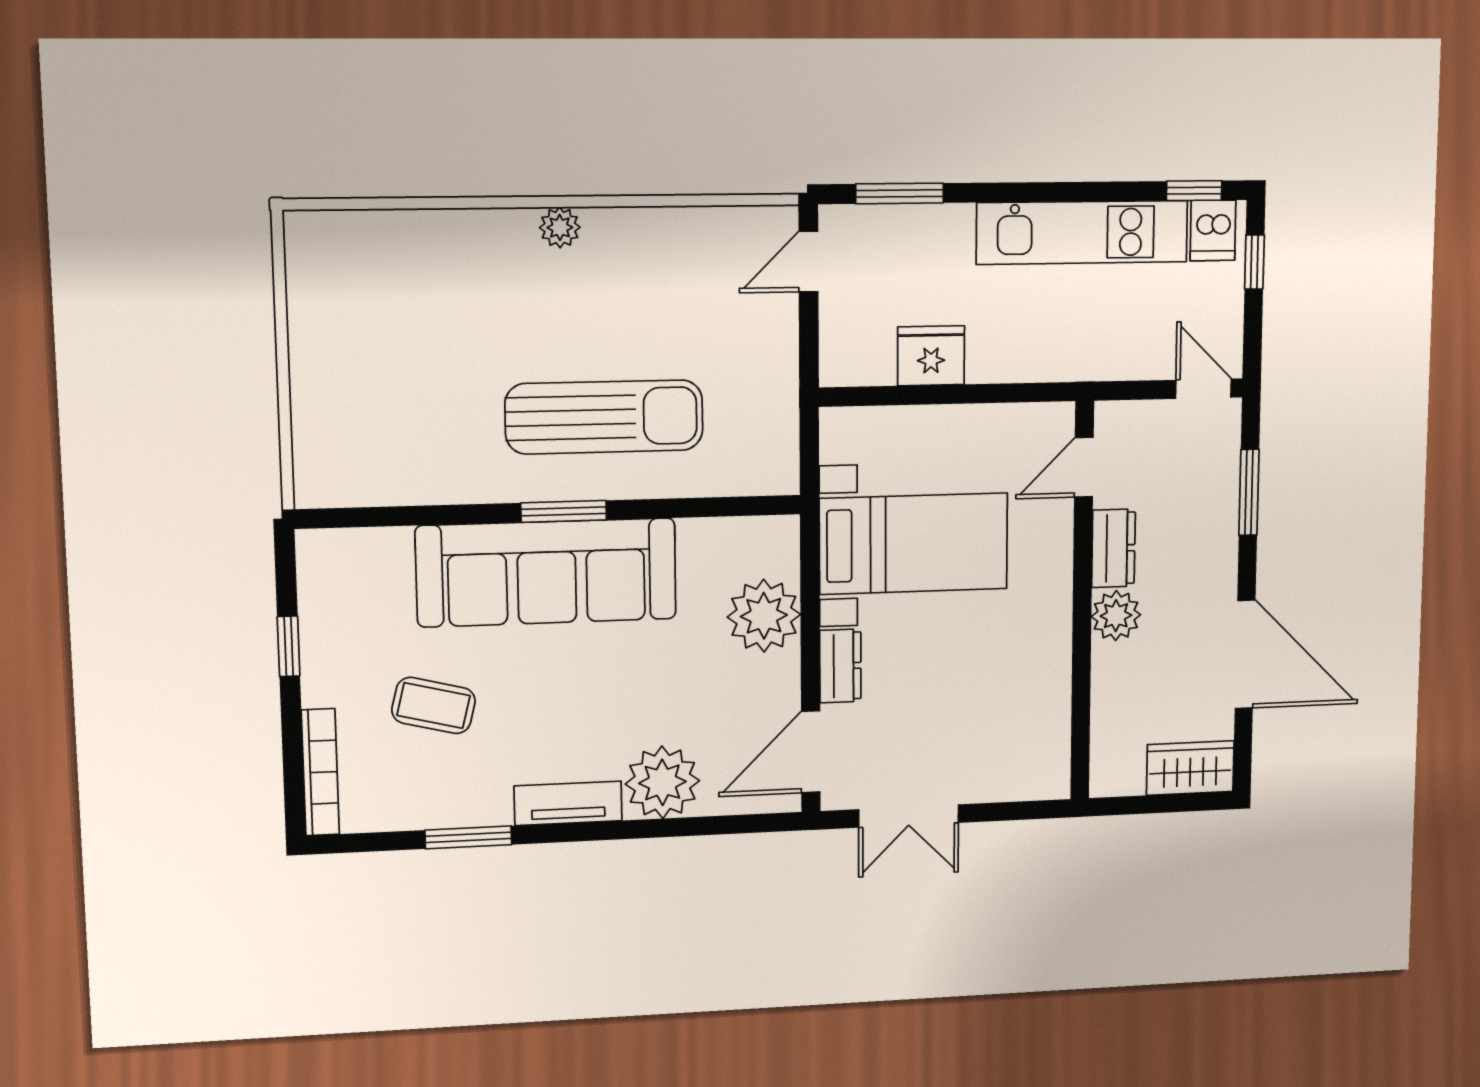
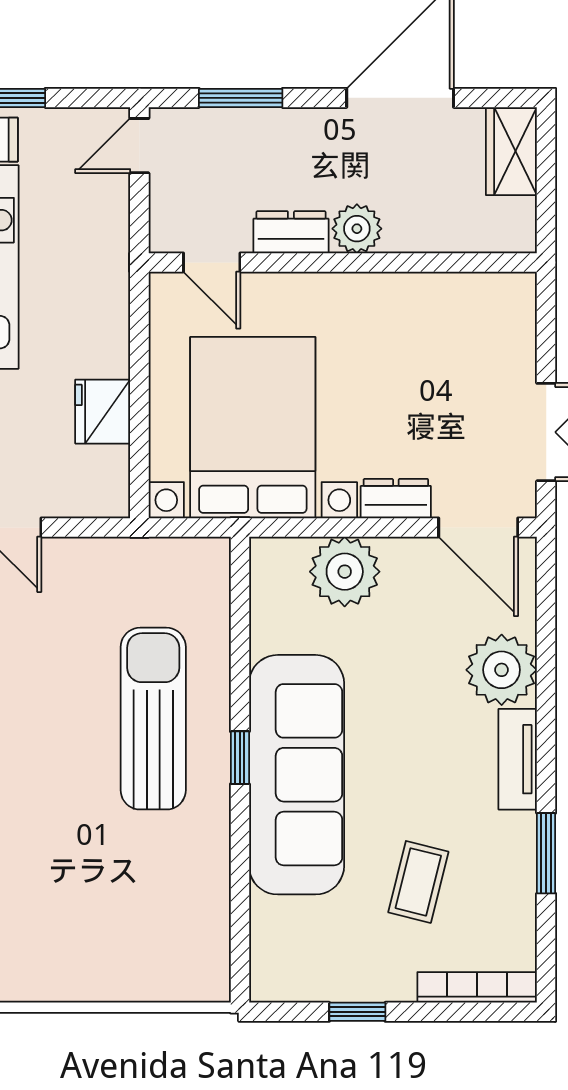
window: (564, 511) -> (240, 758), width x0.67
bed with nightstands: (914, 544) -> (253, 428), width x1.36

